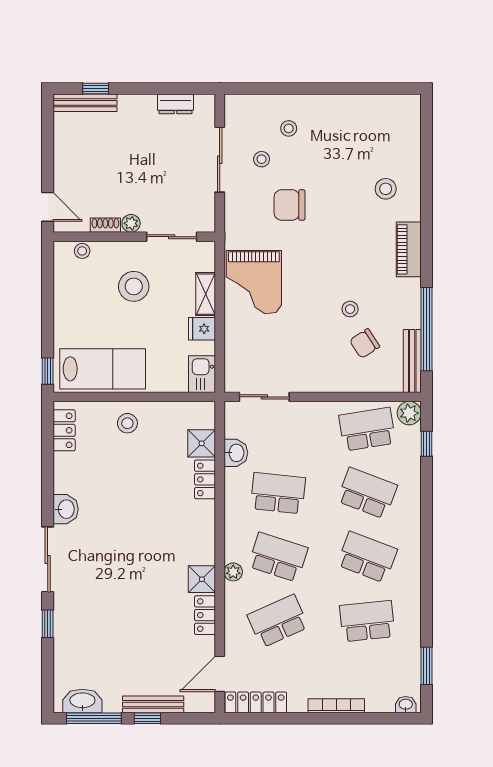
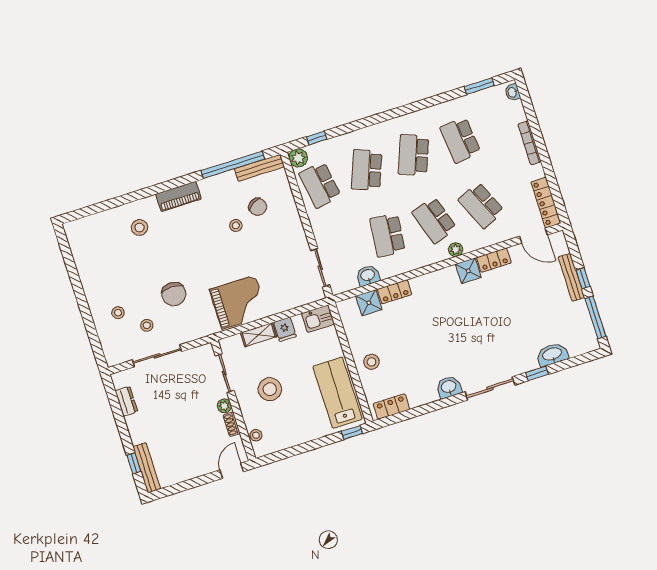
school desk: (278, 557) -> (434, 220), turned -36
washbasin: (82, 701) -> (552, 354), moved, turned 90

